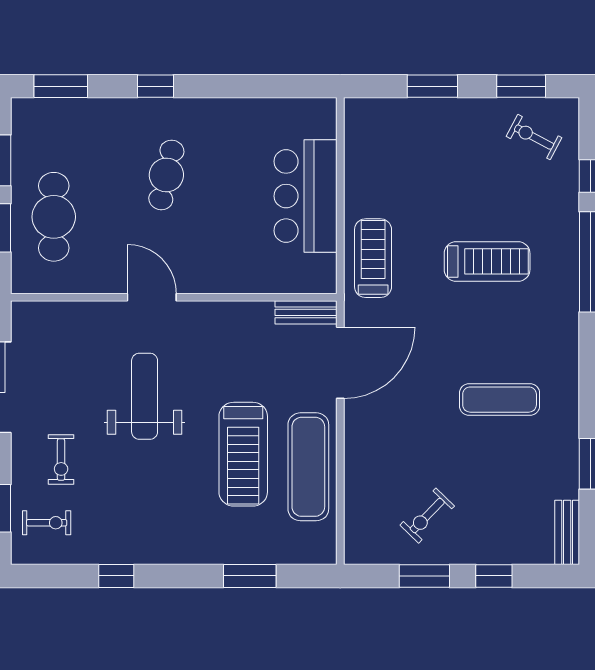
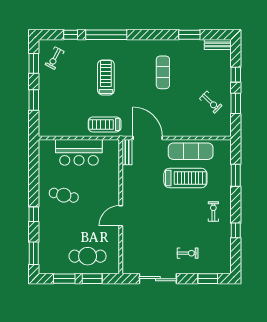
cafe table: (166, 175) -> (64, 195), moved
weight bench: (145, 396) -> (162, 219), removed
exercise bike: (47, 523) -> (213, 211), moved

